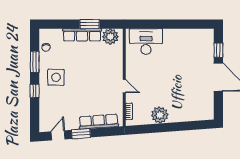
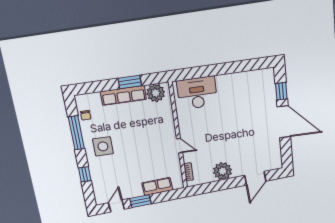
window: (35, 62) -> (76, 133), width x1.44
window: (35, 91) -> (85, 174), moved
row of seats: (99, 122) -> (157, 186), width x0.68
door: (188, 126) -> (255, 178), added

